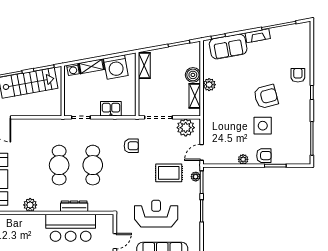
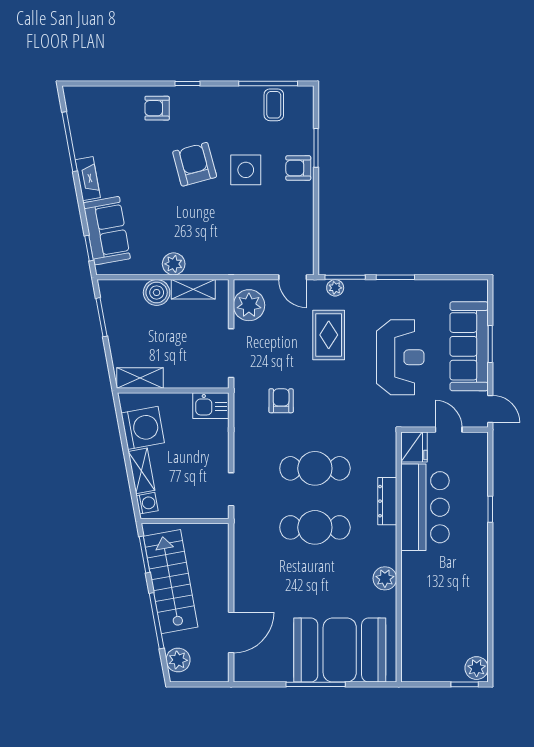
kitchen sink: (111, 109) -> (211, 406), moved, turned -90
coffee table: (300, 142) -> (274, 105), added
armchair: (264, 156) -> (298, 168), turned -90
plant: (243, 159) -> (305, 204), removed
reception desk: (156, 214) -> (400, 357), turned 180
fridge: (105, 221) -> (414, 447), added

